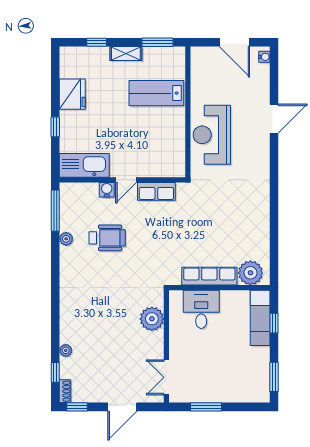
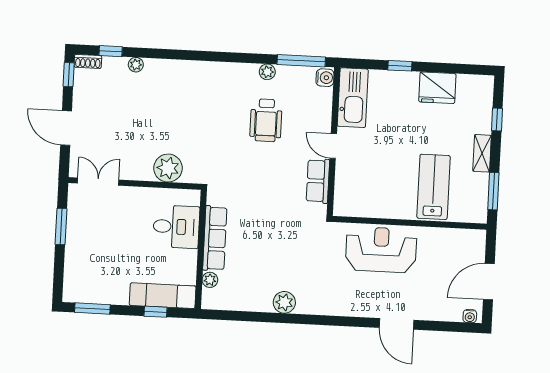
water cooler: (107, 190) -> (325, 78), moved
plant: (261, 214) -> (284, 302), added
plant: (250, 273) -> (210, 280), width x0.53, depth x0.53

